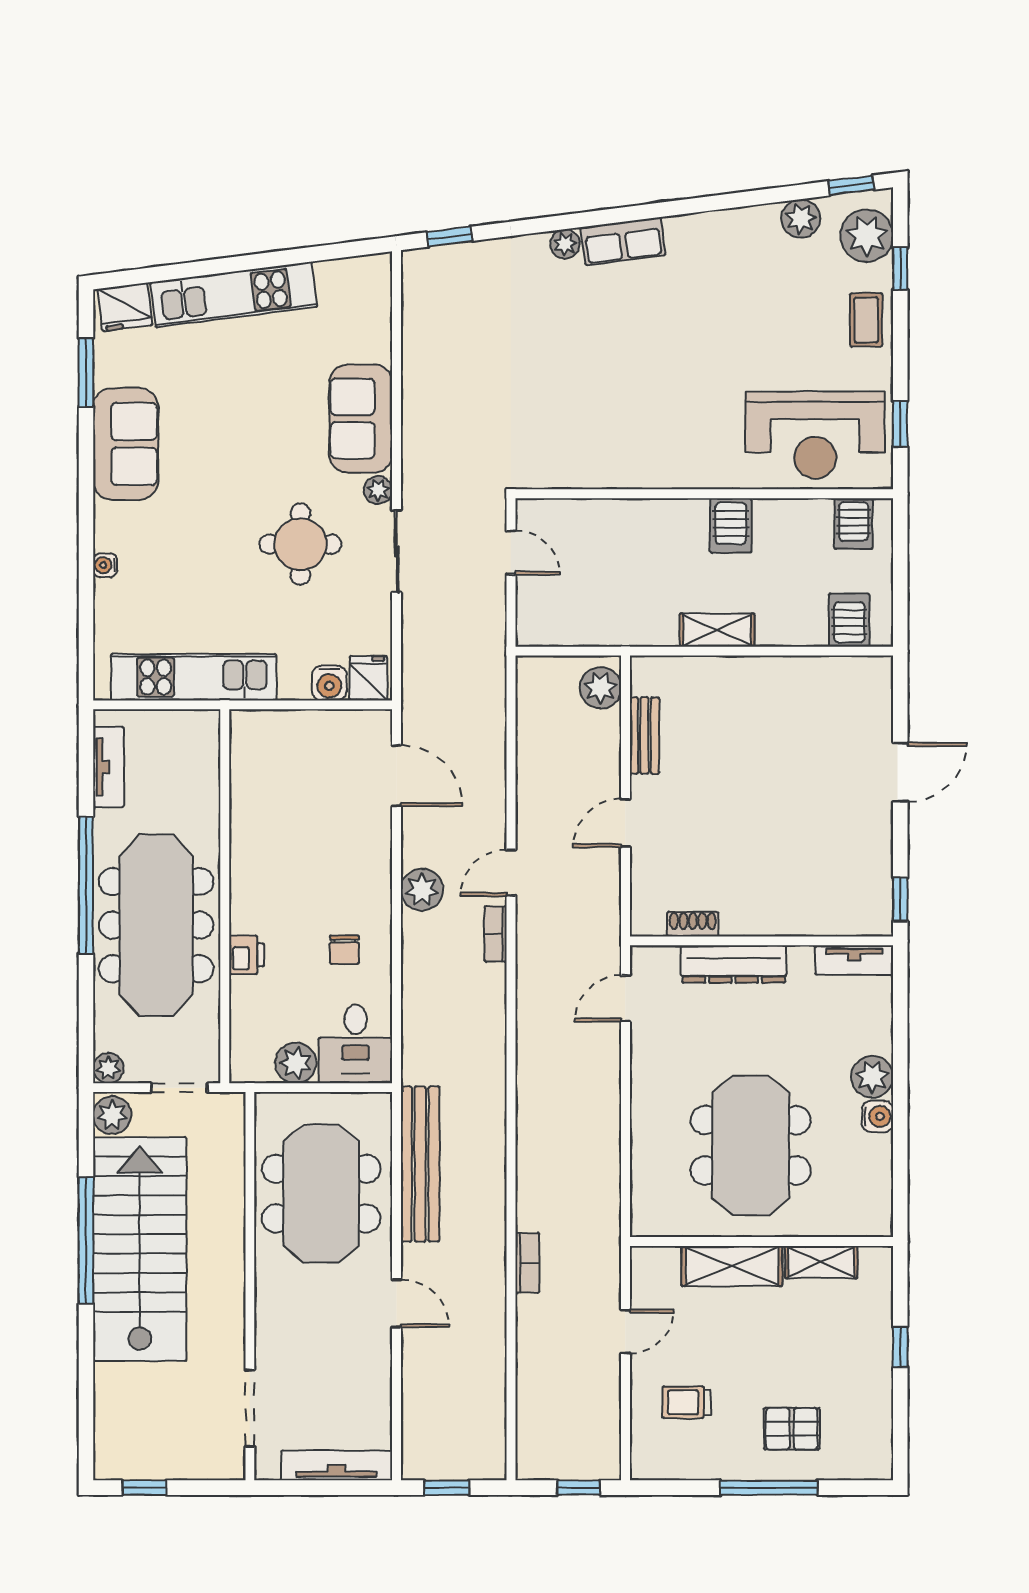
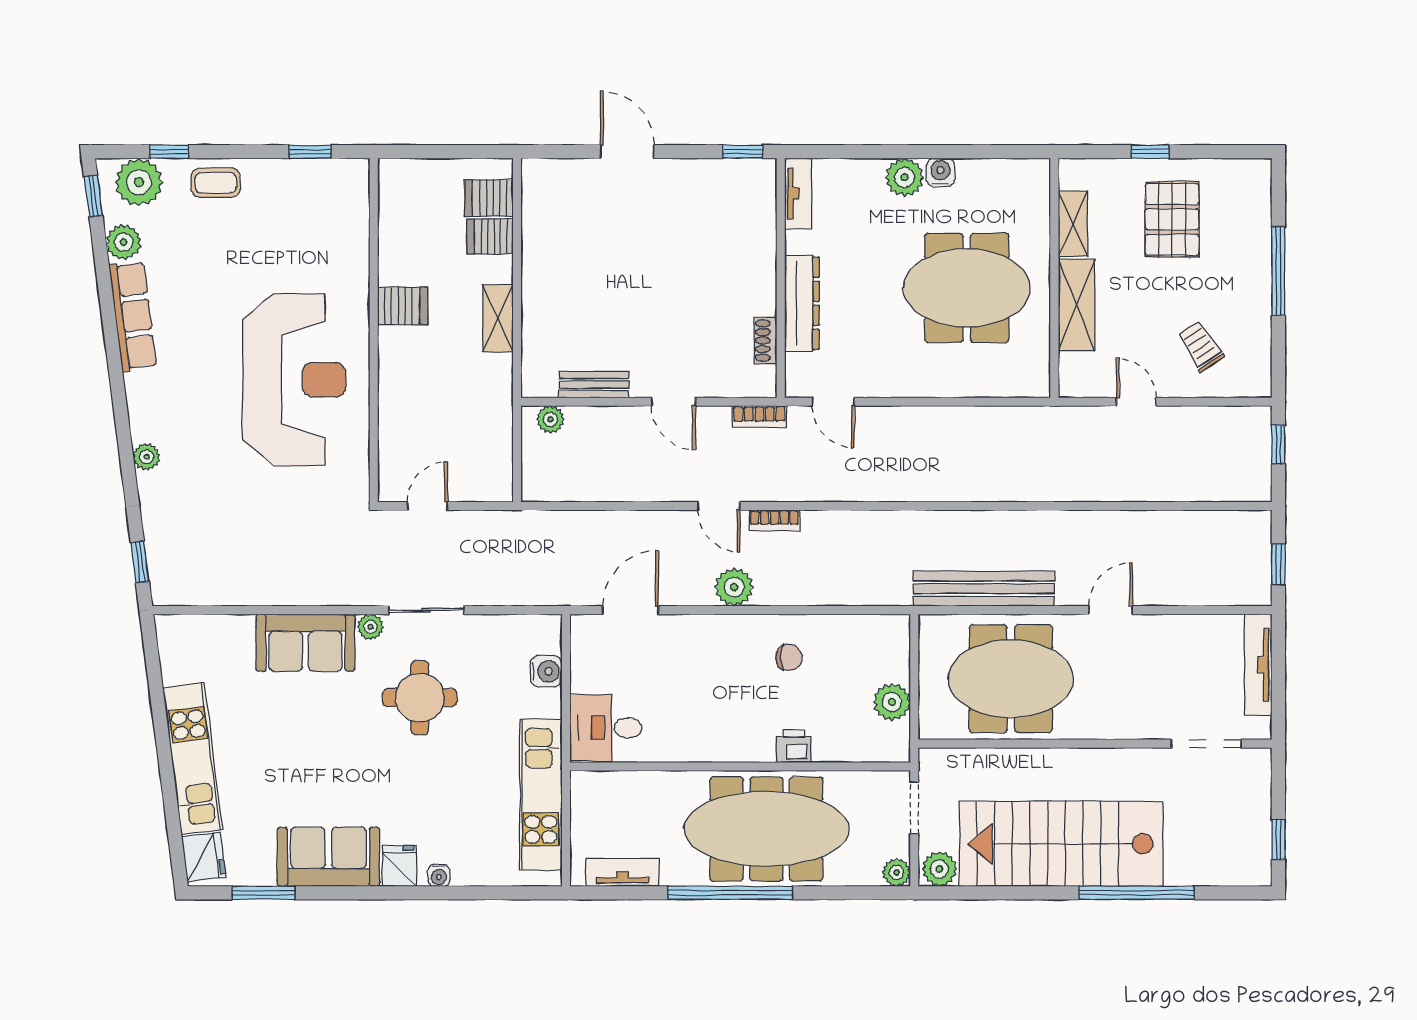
row of seats: (623, 241) -> (133, 316), moved, width x1.48
reception desk: (815, 435) -> (294, 380), moved, width x1.36, depth x1.30
server rack: (854, 524) -> (490, 236), moved, turned 180
fridge: (368, 678) -> (399, 866), moved, turned 90
plant: (600, 688) -> (550, 419), width x0.73, depth x0.73
desk: (356, 1044) -> (606, 728), moved, turned 180
window: (86, 1240) -> (1136, 893), moved
bookcase: (527, 1263) -> (759, 417), moved, turned 180
trolley: (686, 1402) -> (1201, 346), turned 147
pallet: (792, 1429) -> (1172, 220), moved, width x1.50, depth x1.42

